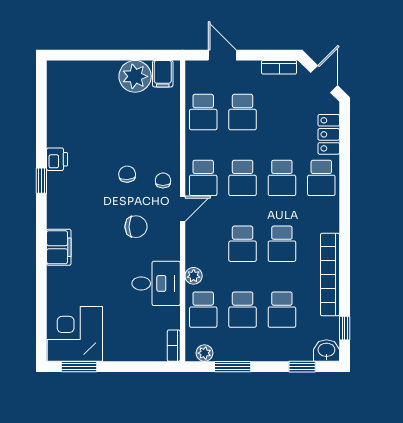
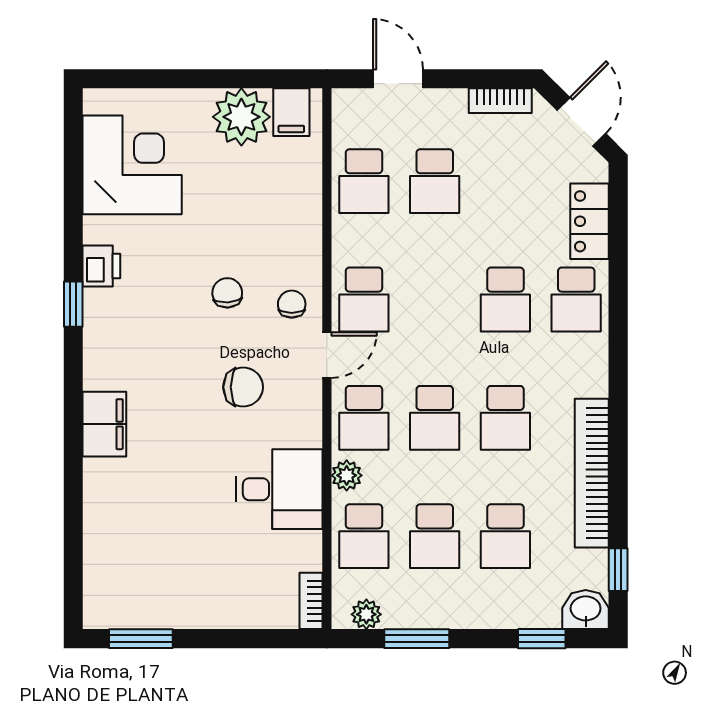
school desk: (243, 178) -> (364, 418), moved
corner desk: (75, 334) -> (132, 165), moved, turned 90

